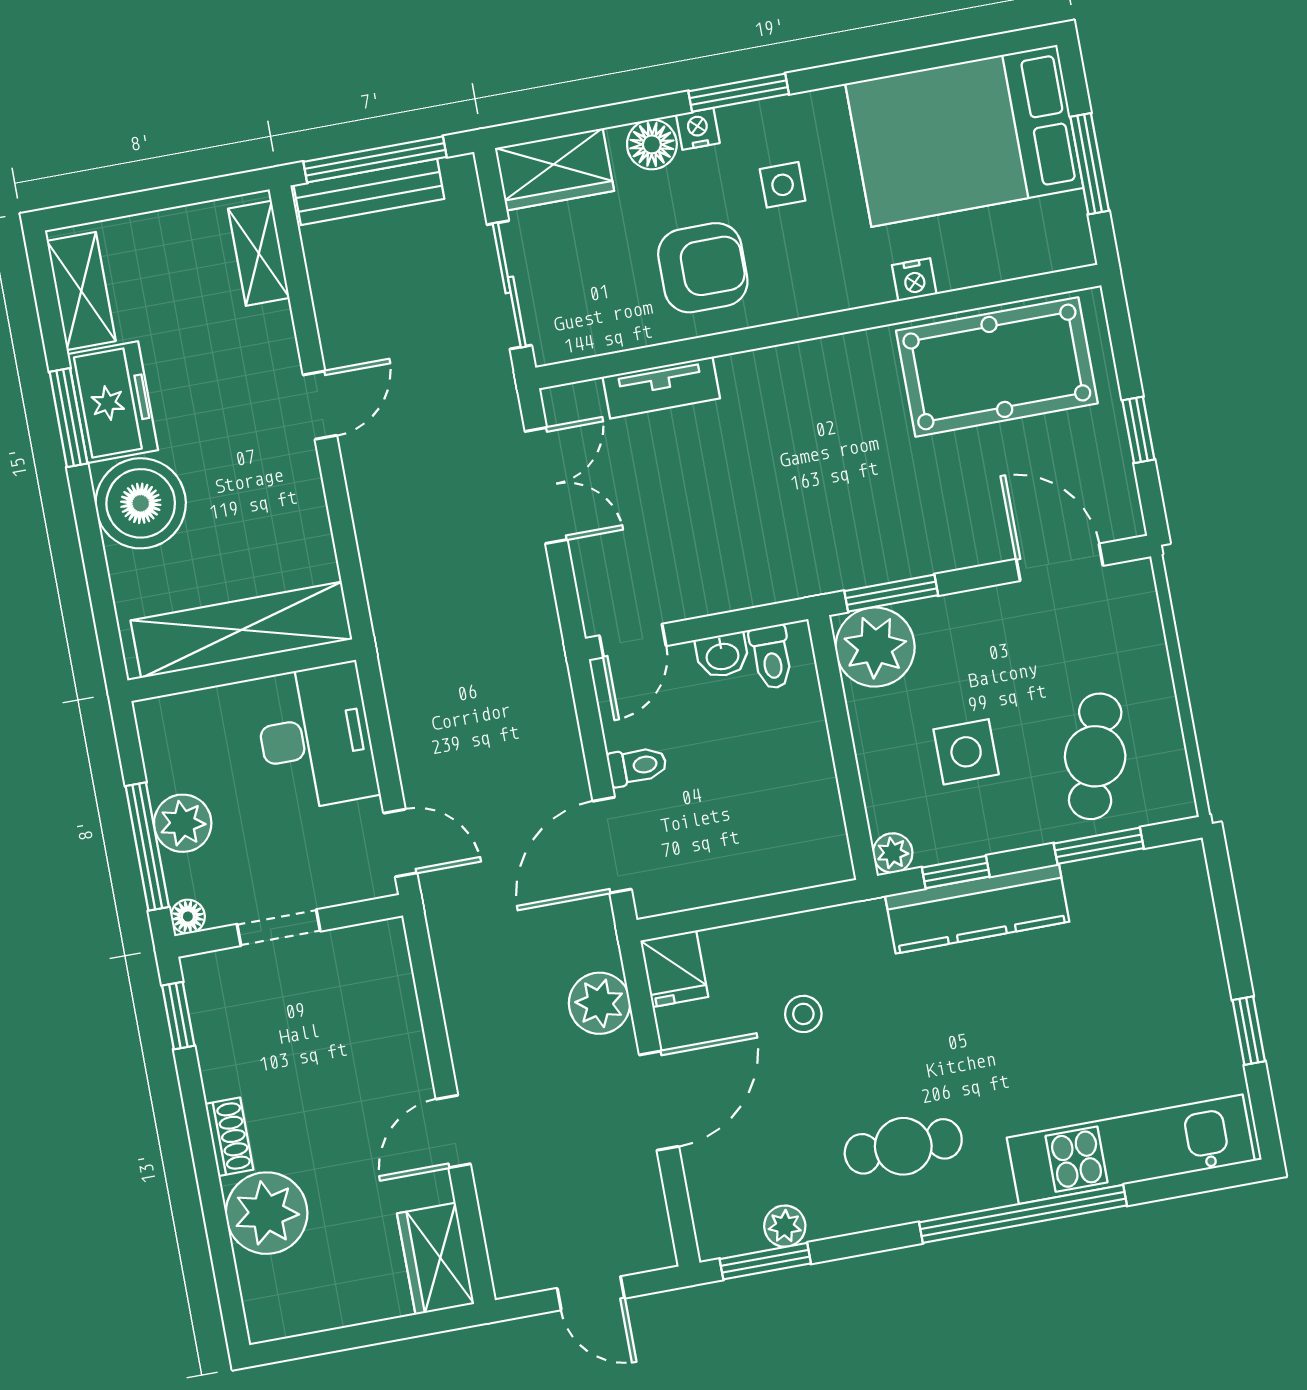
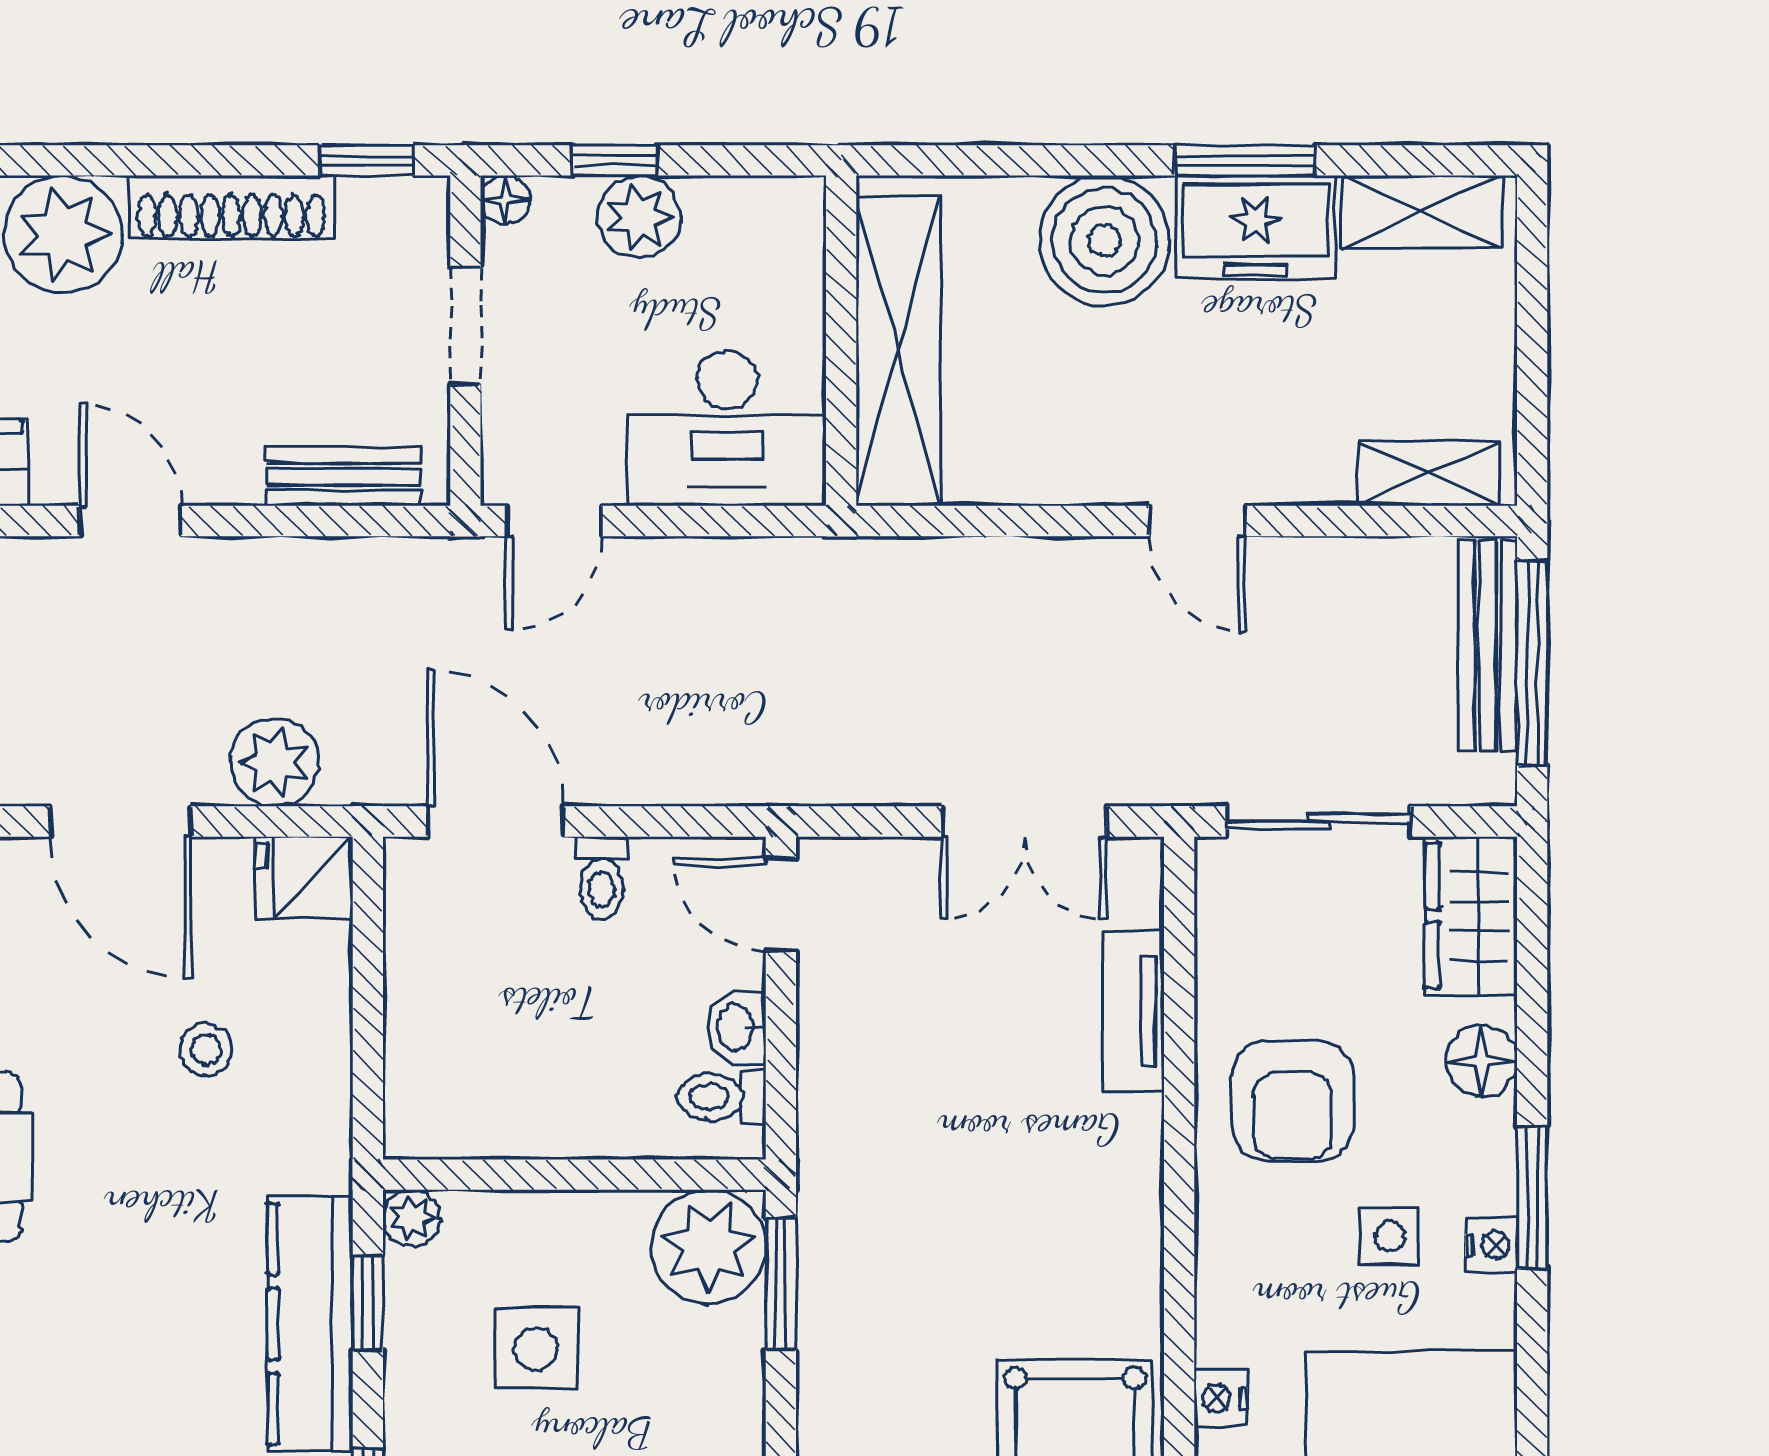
nightstand: (698, 129) -> (1491, 1245), moved
window: (147, 846) -> (615, 160), width x0.46
bench: (396, 992) -> (343, 477), added
shoe rack: (229, 1137) -> (231, 207), width x1.94, depth x1.24

